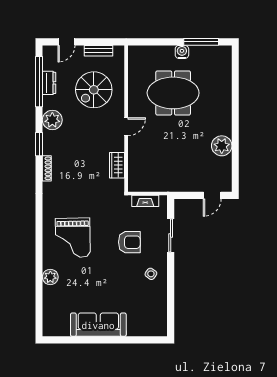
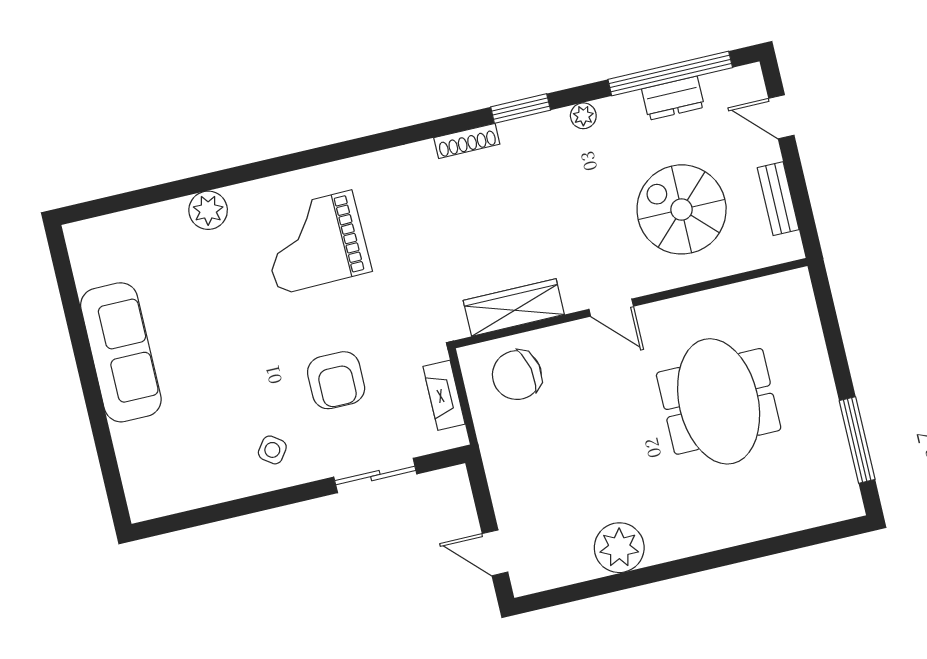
water cooler: (182, 52) -> (822, 399), removed
plant: (52, 120) -> (583, 116), width x0.53, depth x0.53
wardrobe: (117, 165) -> (514, 307), width x1.50
chair: (144, 170) -> (517, 375), added

